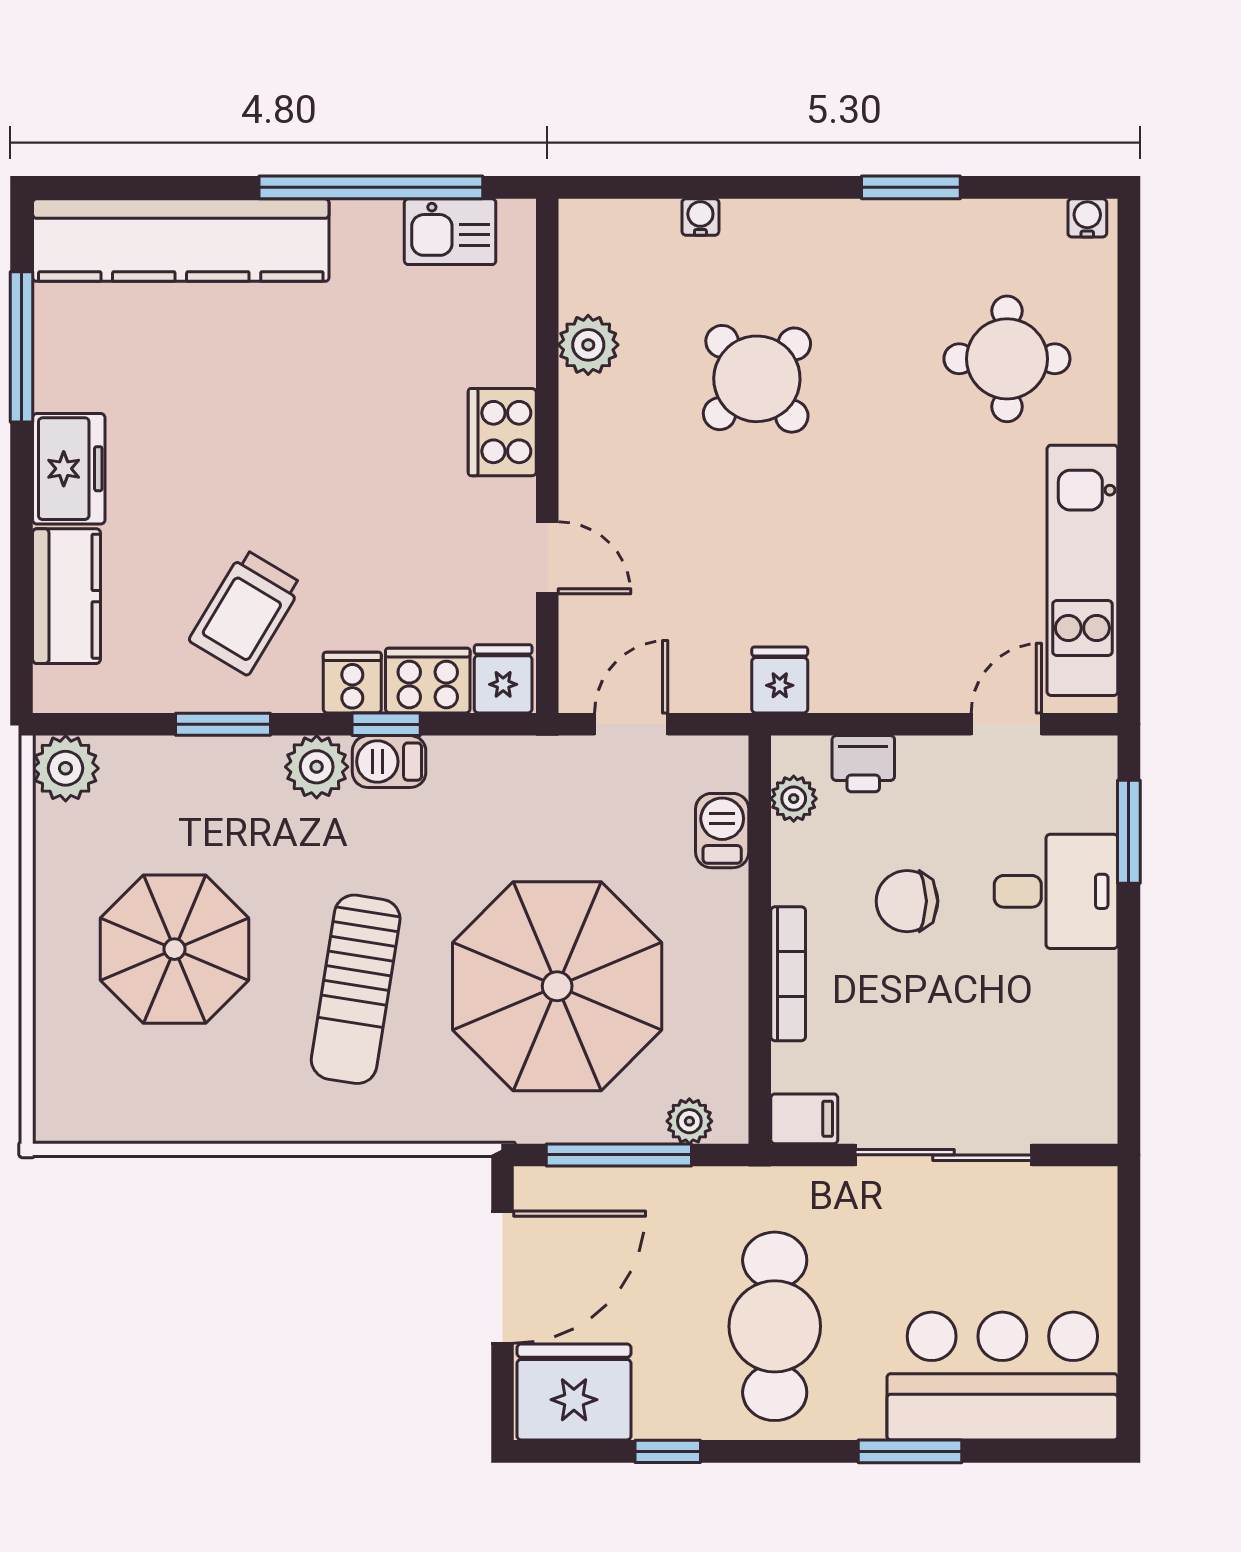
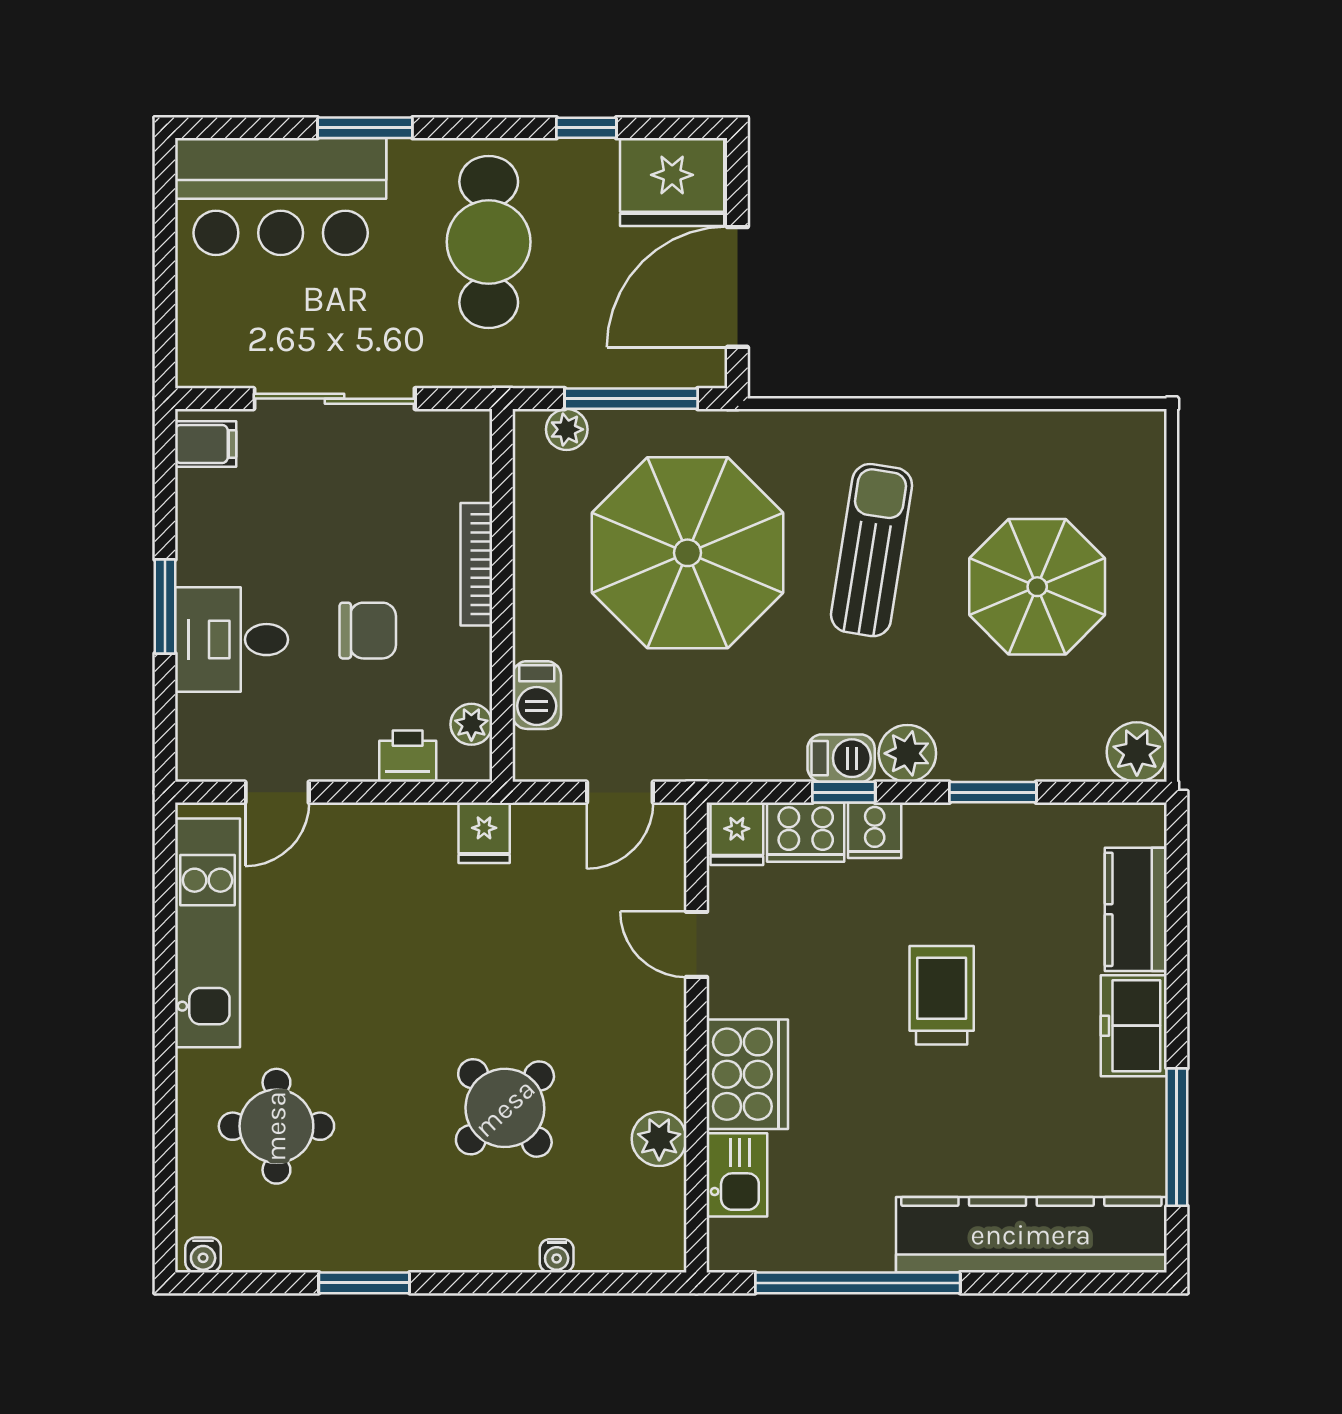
kitchen sink: (450, 232) -> (737, 1175), moved, turned 90
cooker: (502, 432) -> (747, 1074), width x1.37, depth x1.31
trolley: (246, 612) -> (942, 995), moved, turned -31
window: (1129, 832) -> (165, 606), moved
filing cabinet: (804, 1119) -> (206, 444), moved, turned 180

